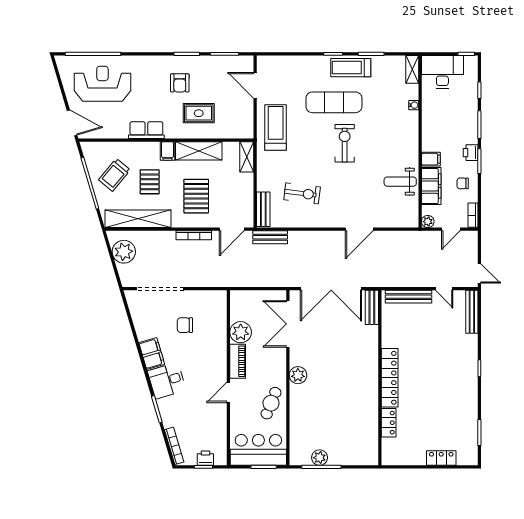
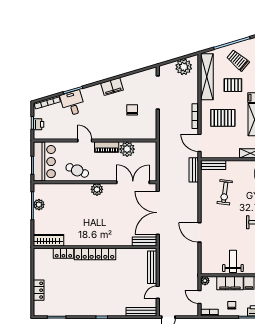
desk: (167, 381) -> (73, 103), moved
wardrobe: (370, 444) -> (48, 240), added

